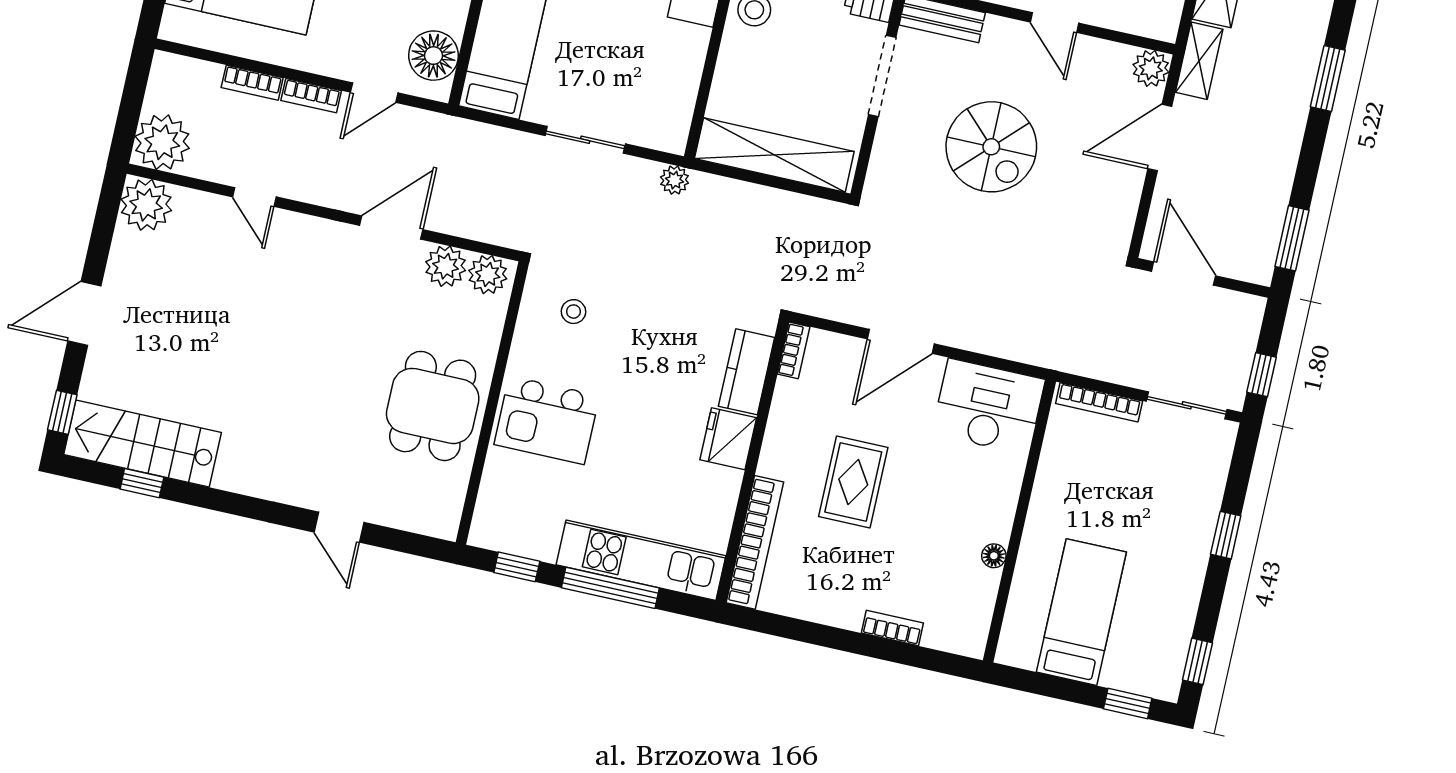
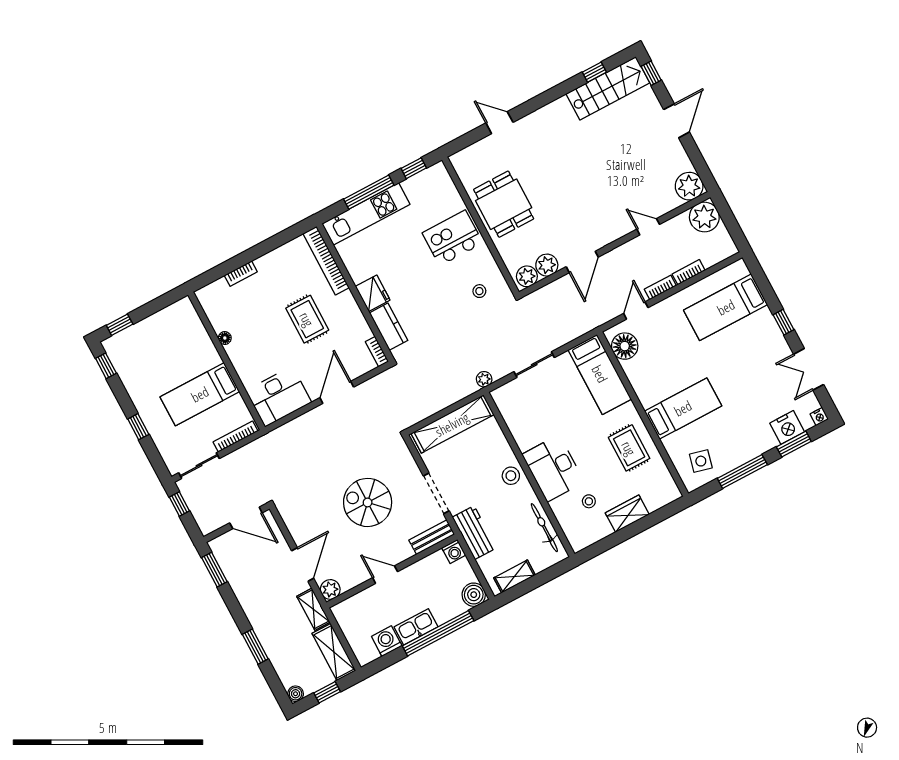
bed: (1081, 612) -> (200, 394), moved, turned 90

